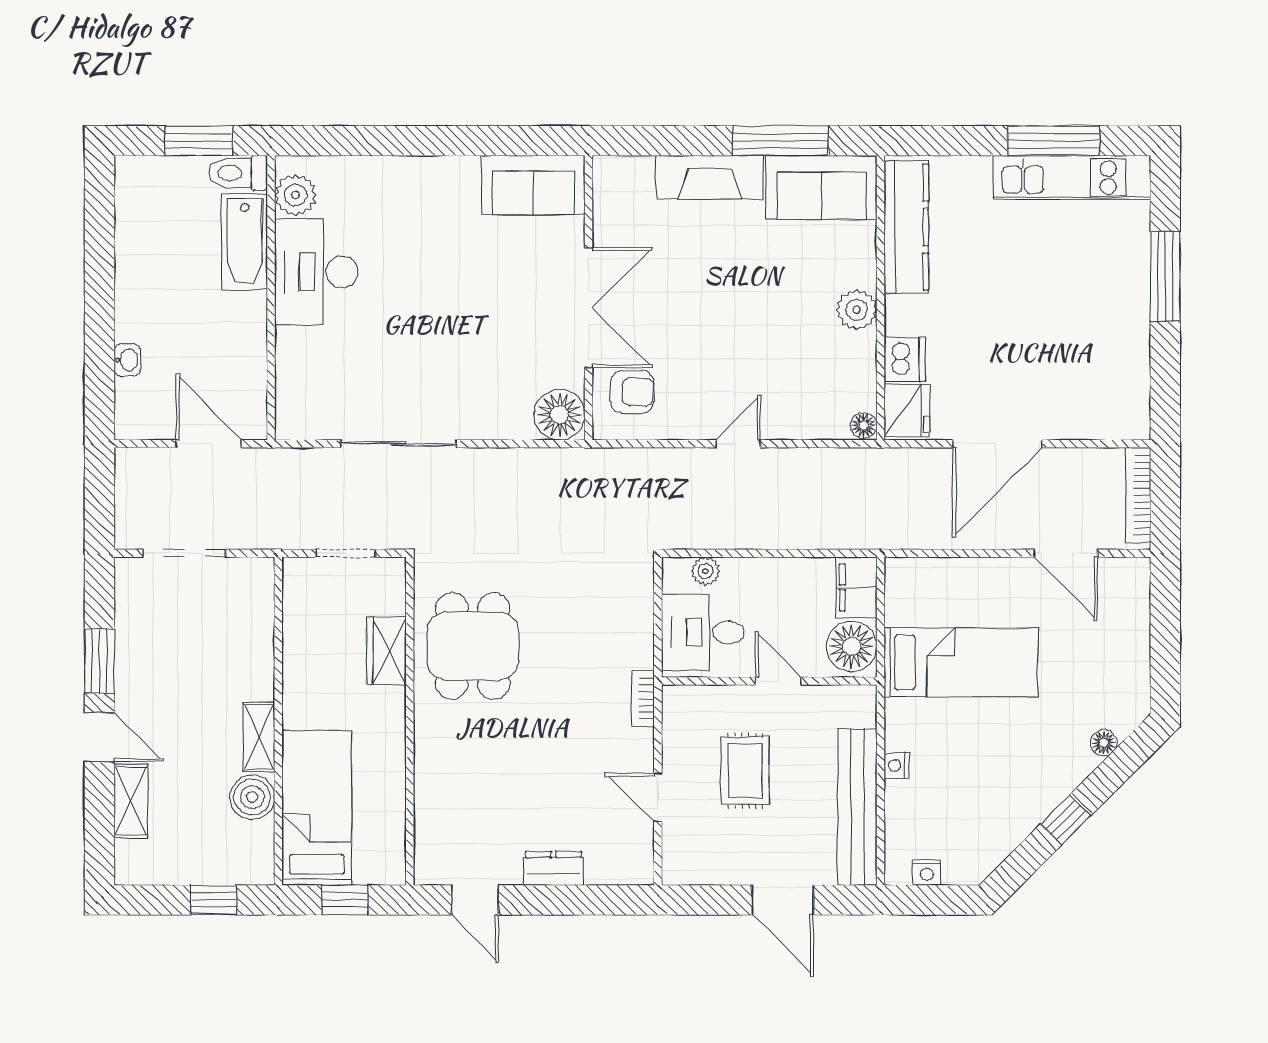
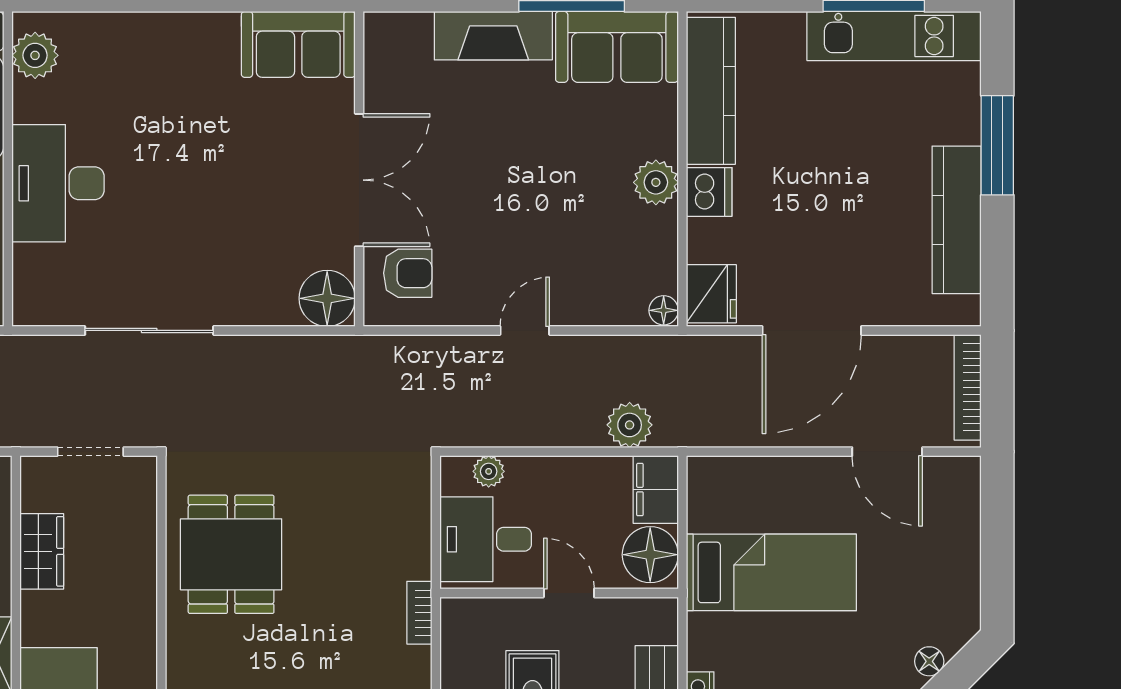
desk: (316, 272) -> (58, 183), moved
kitchen counter: (1128, 344) -> (957, 220), added
dishwasher: (905, 359) -> (709, 192), moved
plant: (833, 529) -> (630, 425), added
wardrobe: (386, 651) -> (42, 551), moved, turned 180

